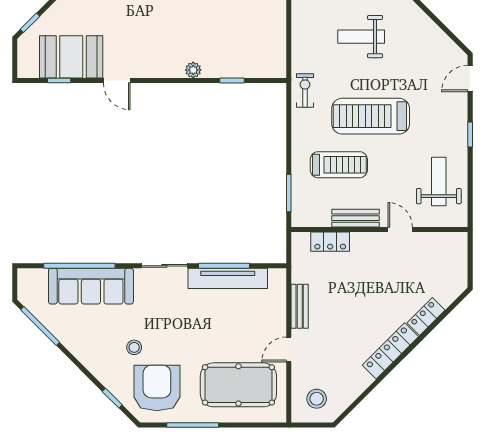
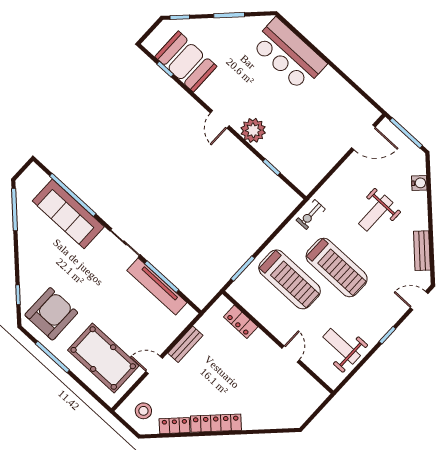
weight bench: (361, 37) -> (376, 213), turned -90
plant: (193, 70) -> (253, 130), width x1.88, depth x1.88
door: (117, 80) -> (220, 119), moved
exercise bike: (305, 91) -> (311, 215), turned 180
treadmill: (371, 116) -> (337, 267), turned 180
treadmill: (339, 165) -> (290, 279), width x1.37, depth x1.38
weight bench: (439, 181) -> (342, 346), turned -90
bench: (355, 218) -> (422, 251), moved, turned 45
locker: (426, 316) -> (175, 426), moved
stool: (134, 347) -> (60, 276), removed

